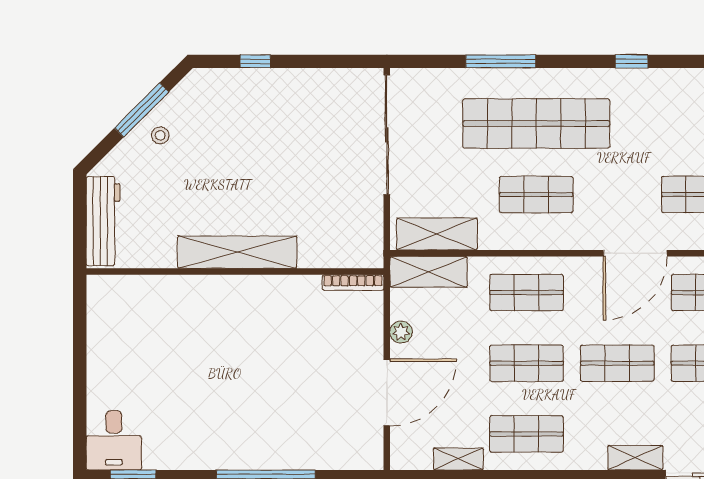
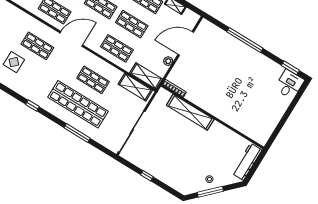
window: (255, 61) -> (147, 176), moved
shelving: (237, 252) -> (190, 112), moved

